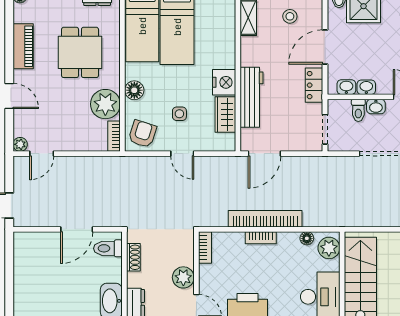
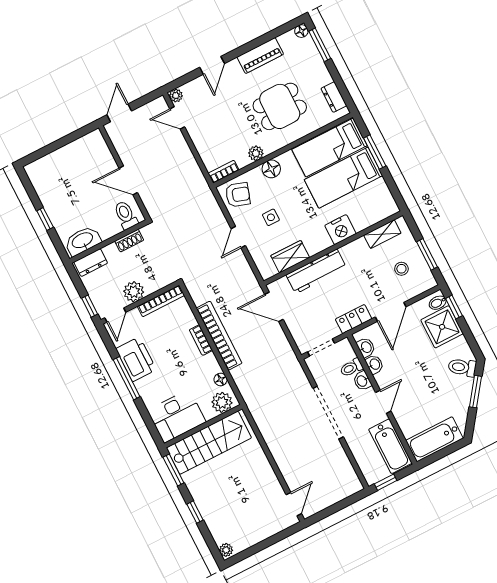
door: (325, 47) -> (391, 312), swing flipped
nightstand: (224, 82) -> (340, 230), moved
plant: (105, 104) -> (256, 153), width x0.53, depth x0.53
bookcase: (205, 248) -> (161, 301), width x1.56

